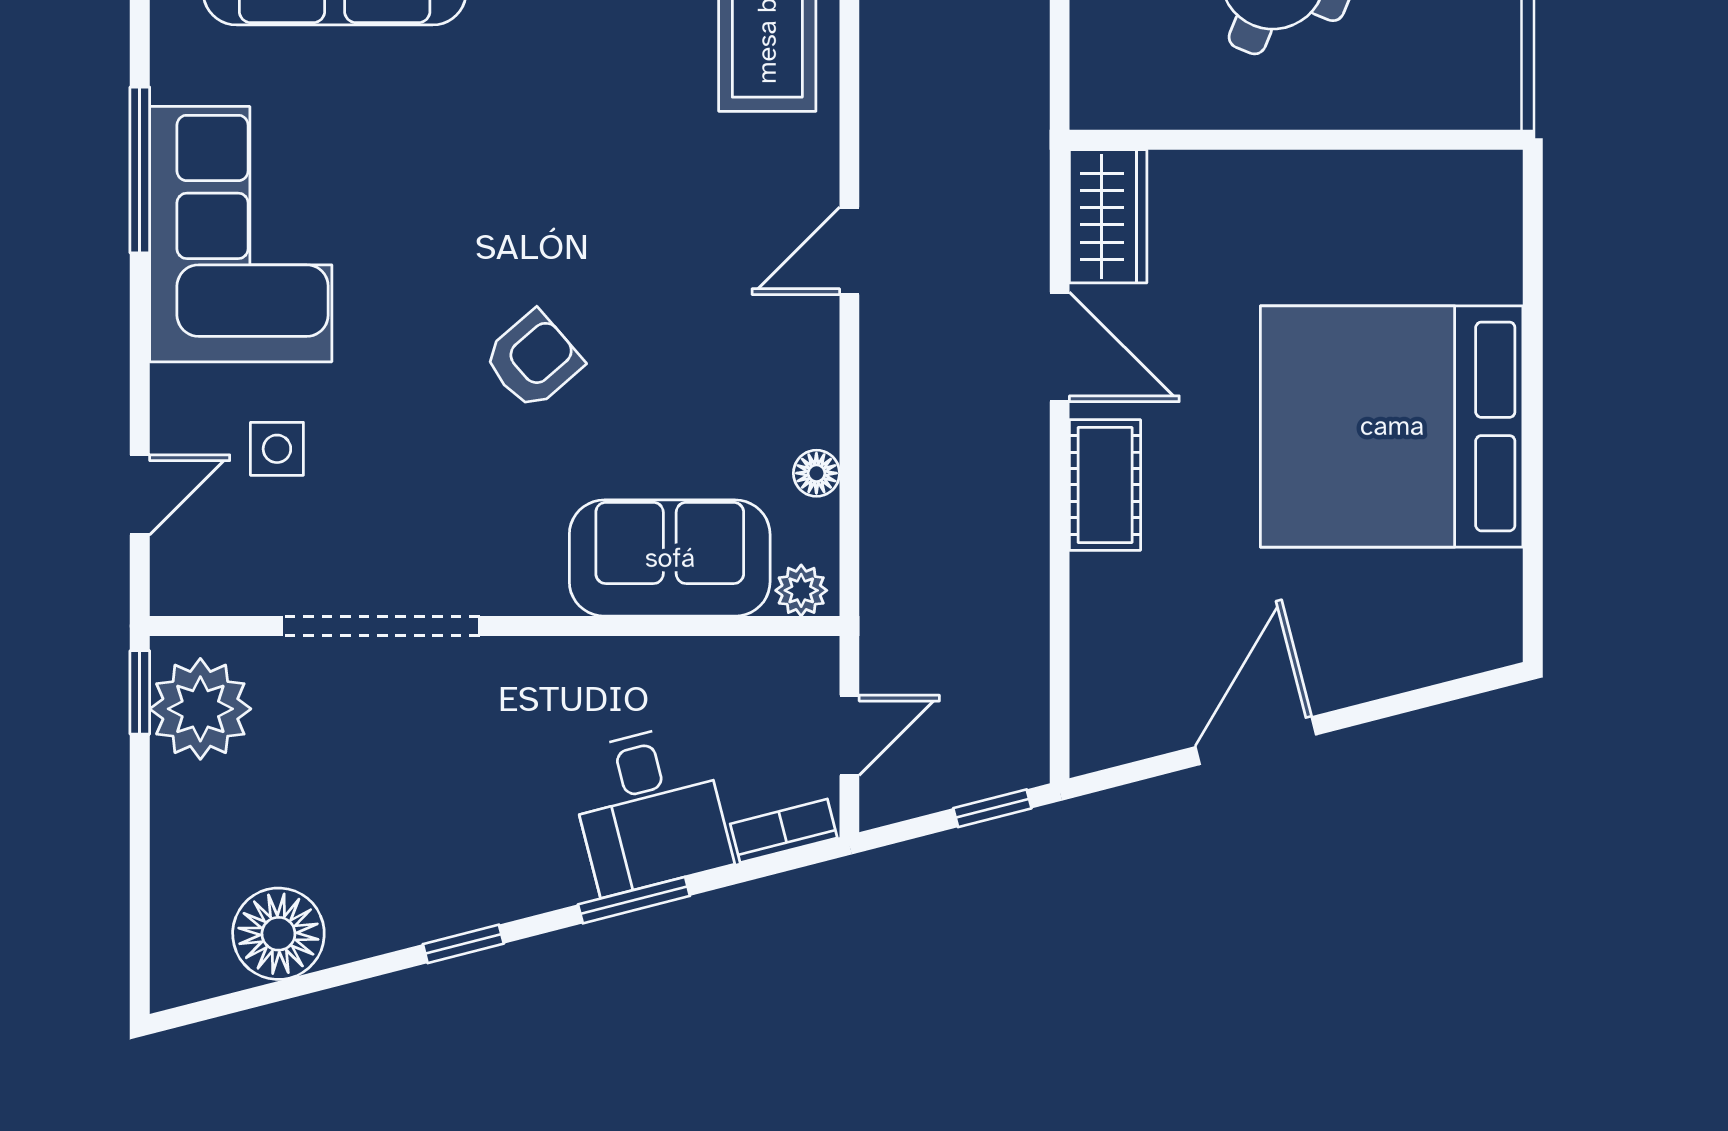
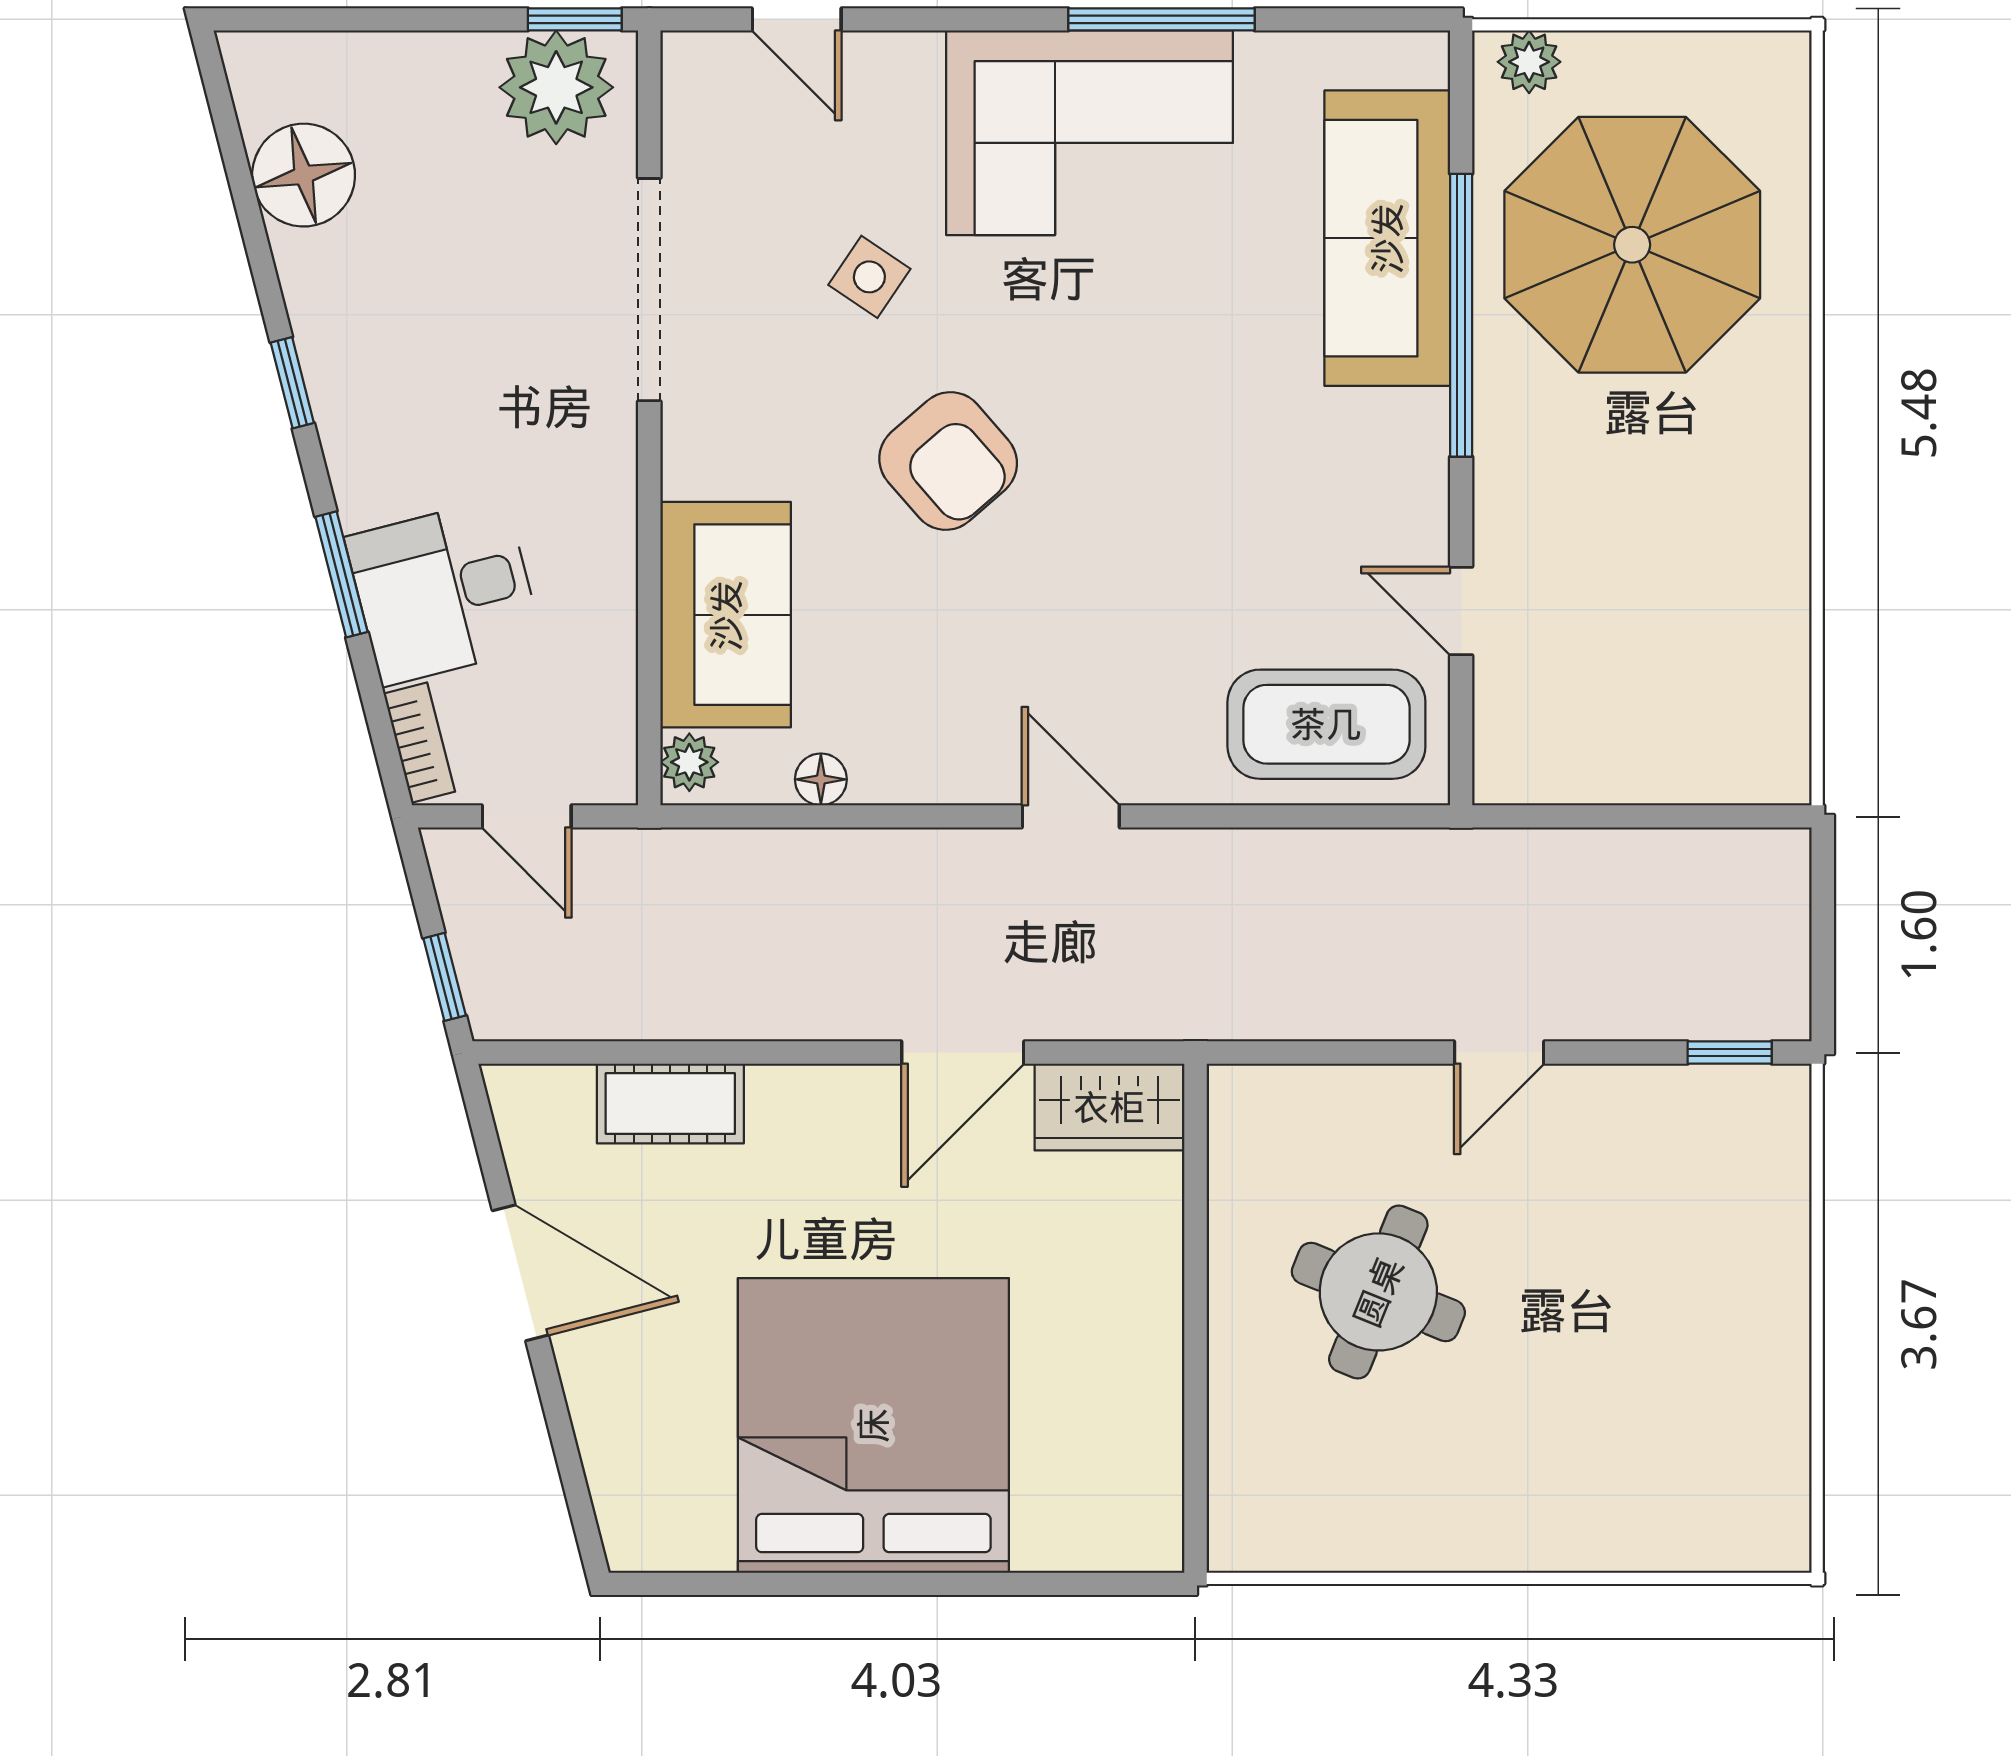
armchair: (533, 360) -> (948, 461), width x1.38, depth x1.38
side table: (277, 449) -> (869, 277), moved, turned 34
cot: (1105, 485) -> (670, 1104), moved

